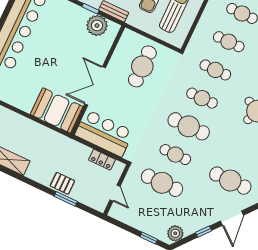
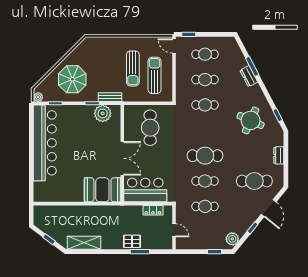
double door: (95, 86) -> (122, 158), swing flipped
cafe table: (202, 98) -> (205, 130), removed
cafe table: (162, 183) -> (205, 206), width x0.73, depth x0.74

